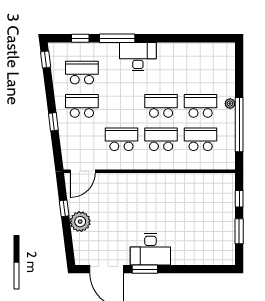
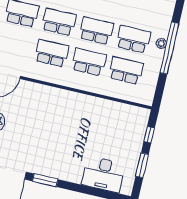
school desk: (121, 106) -> (59, 22), added
window: (239, 125) -> (169, 48), moved
desk: (150, 249) -> (103, 174), moved

